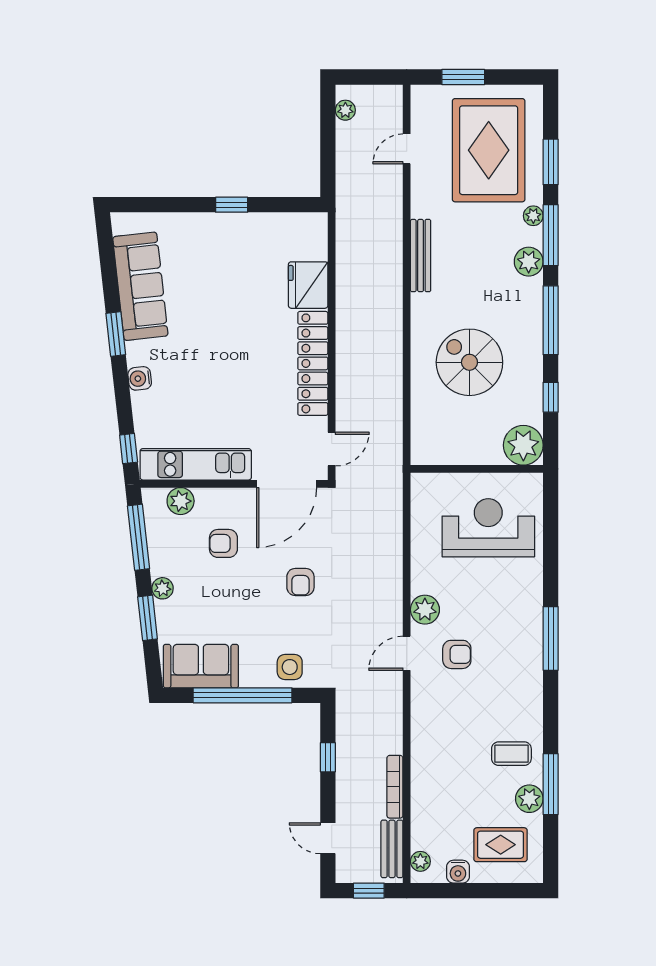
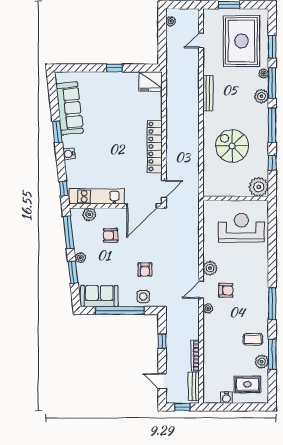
fridge: (308, 285) -> (151, 81), moved, turned -90
armchair: (300, 582) -> (145, 269), moved
window: (551, 638) -> (272, 304), moved
plant: (420, 861) -> (208, 308), moved

